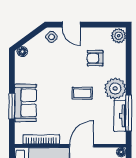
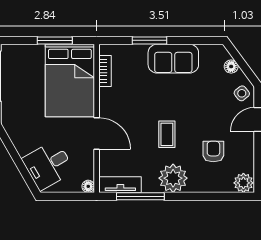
floor lamp: (22, 52) -> (231, 67), moved
sofa: (25, 103) -> (173, 59), moved
tv unit: (120, 116) -> (120, 185), moved
bookcase: (41, 140) -> (105, 71), width x0.64

